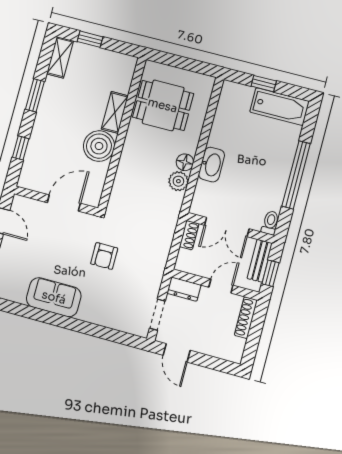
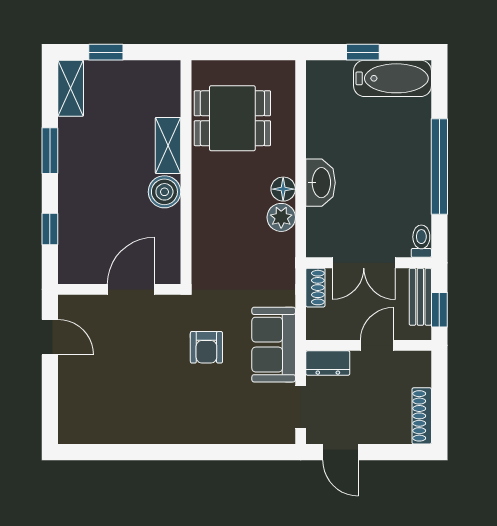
boiler: (99, 146) -> (164, 192), width x0.73, depth x0.73
sofa: (54, 297) -> (274, 345), moved, turned -90
shoe rack: (246, 318) -> (422, 416), moved

